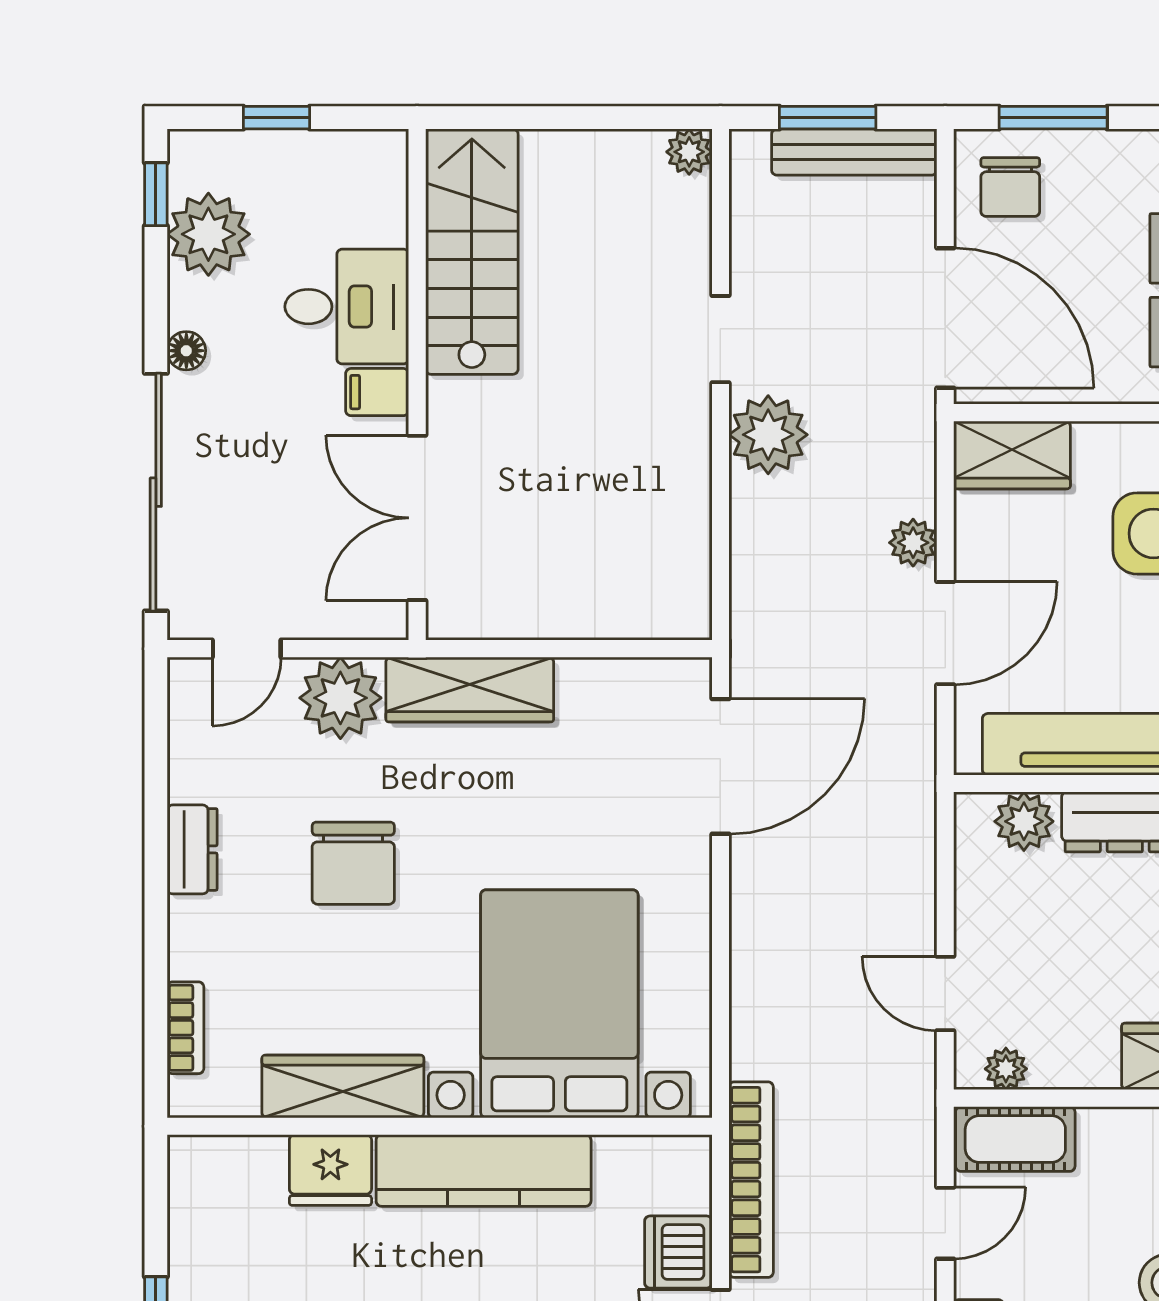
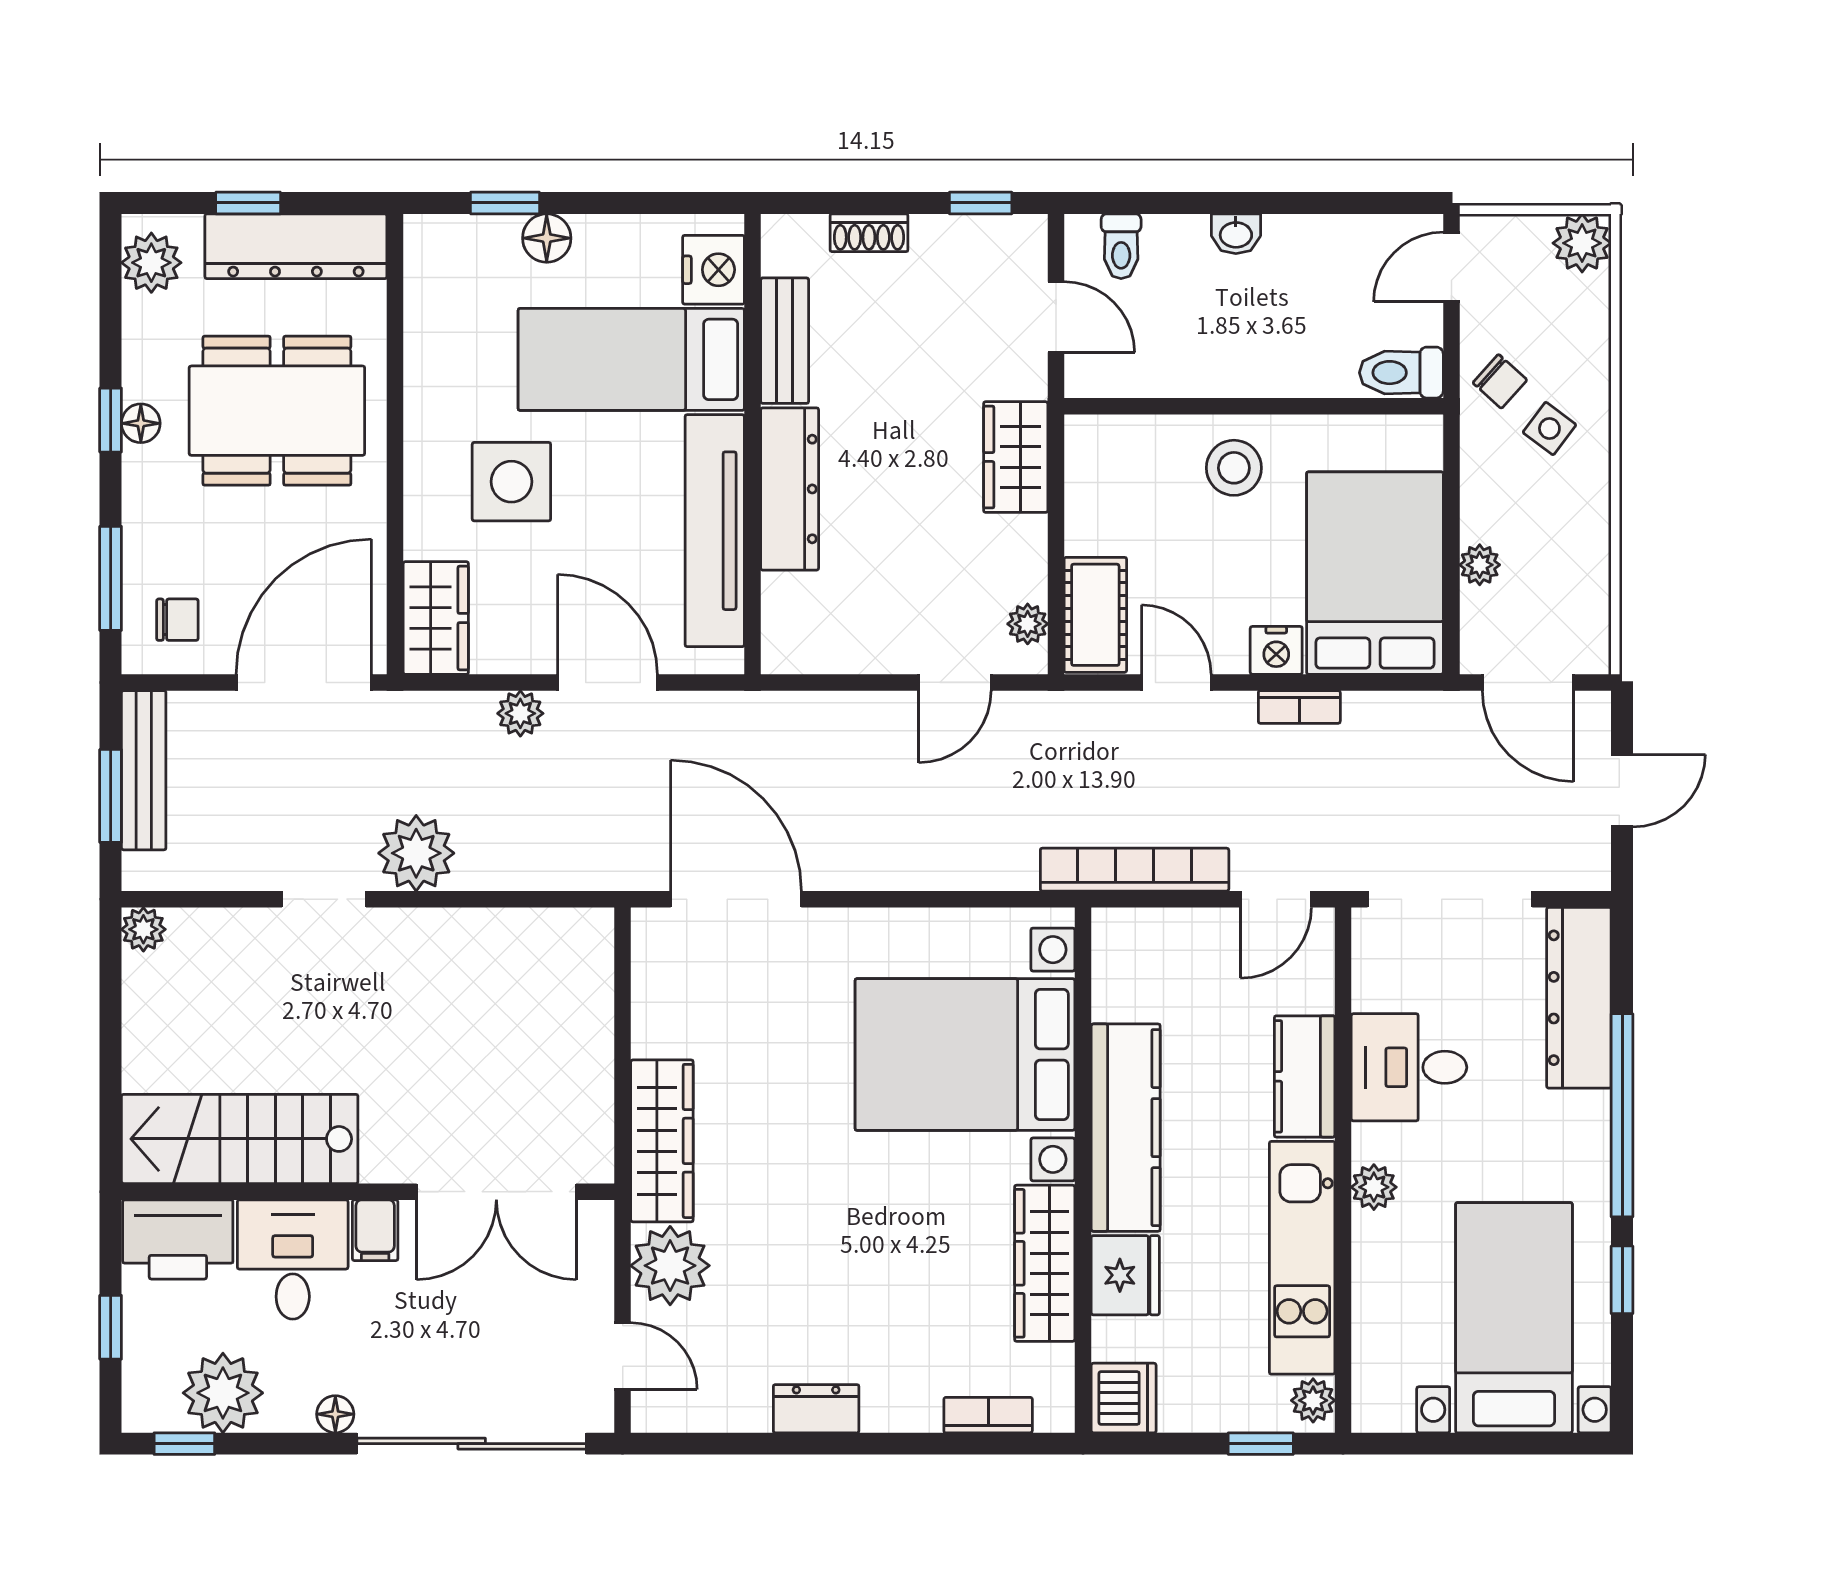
printer: (368, 187) -> (178, 1239), added
chair: (1010, 187) -> (177, 620), width x0.73, depth x0.73
plant: (1024, 821) -> (789, 607), removed
chair: (353, 863) -> (829, 1253), removed
dishwasher: (678, 1252) -> (1124, 1398), moved, turned -90

